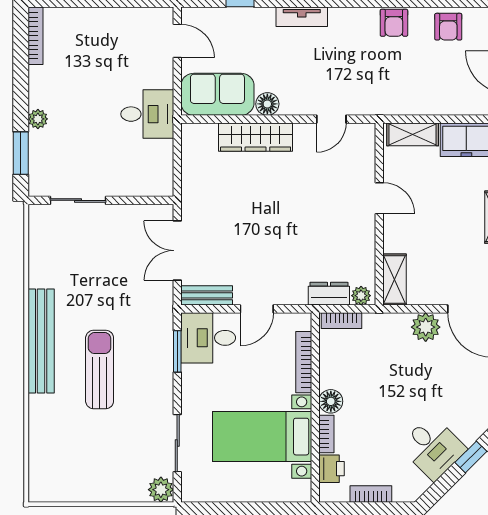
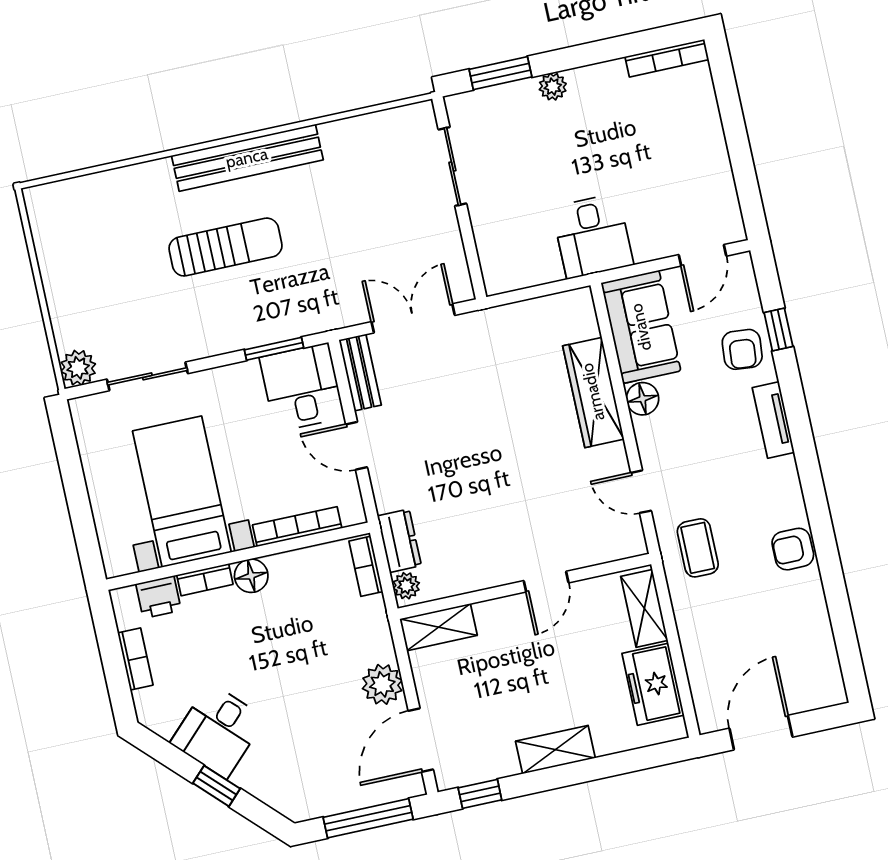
armchair: (448, 27) -> (742, 349), moved, turned -85
coffee table: (379, 88) -> (698, 548), added

